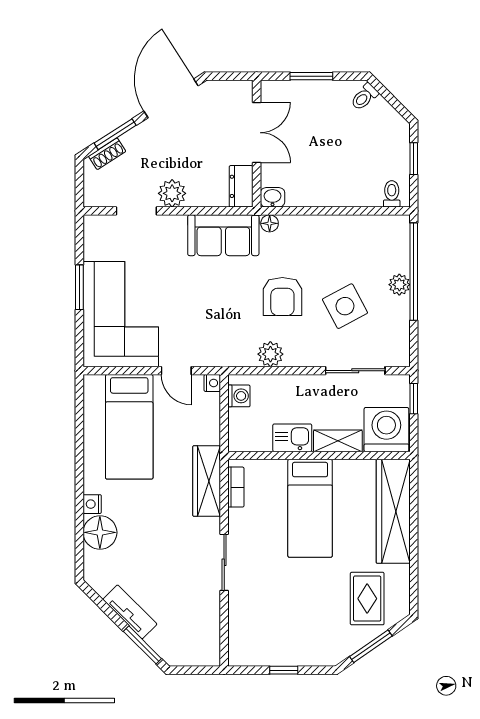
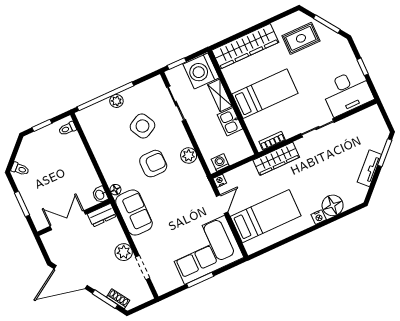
desk: (257, 630) -> (347, 92), added

